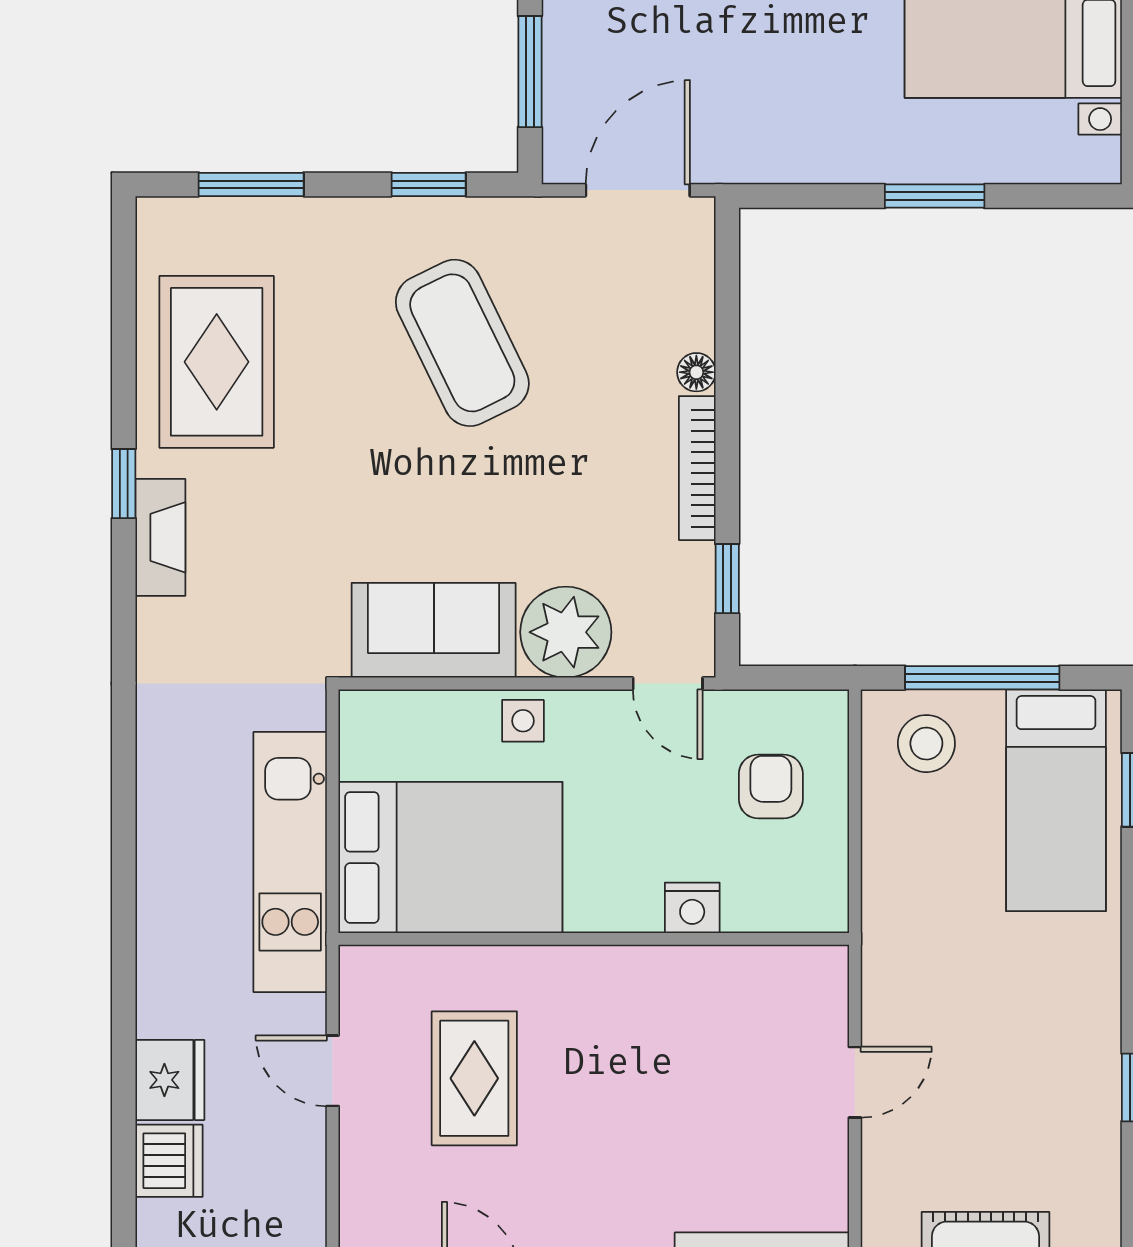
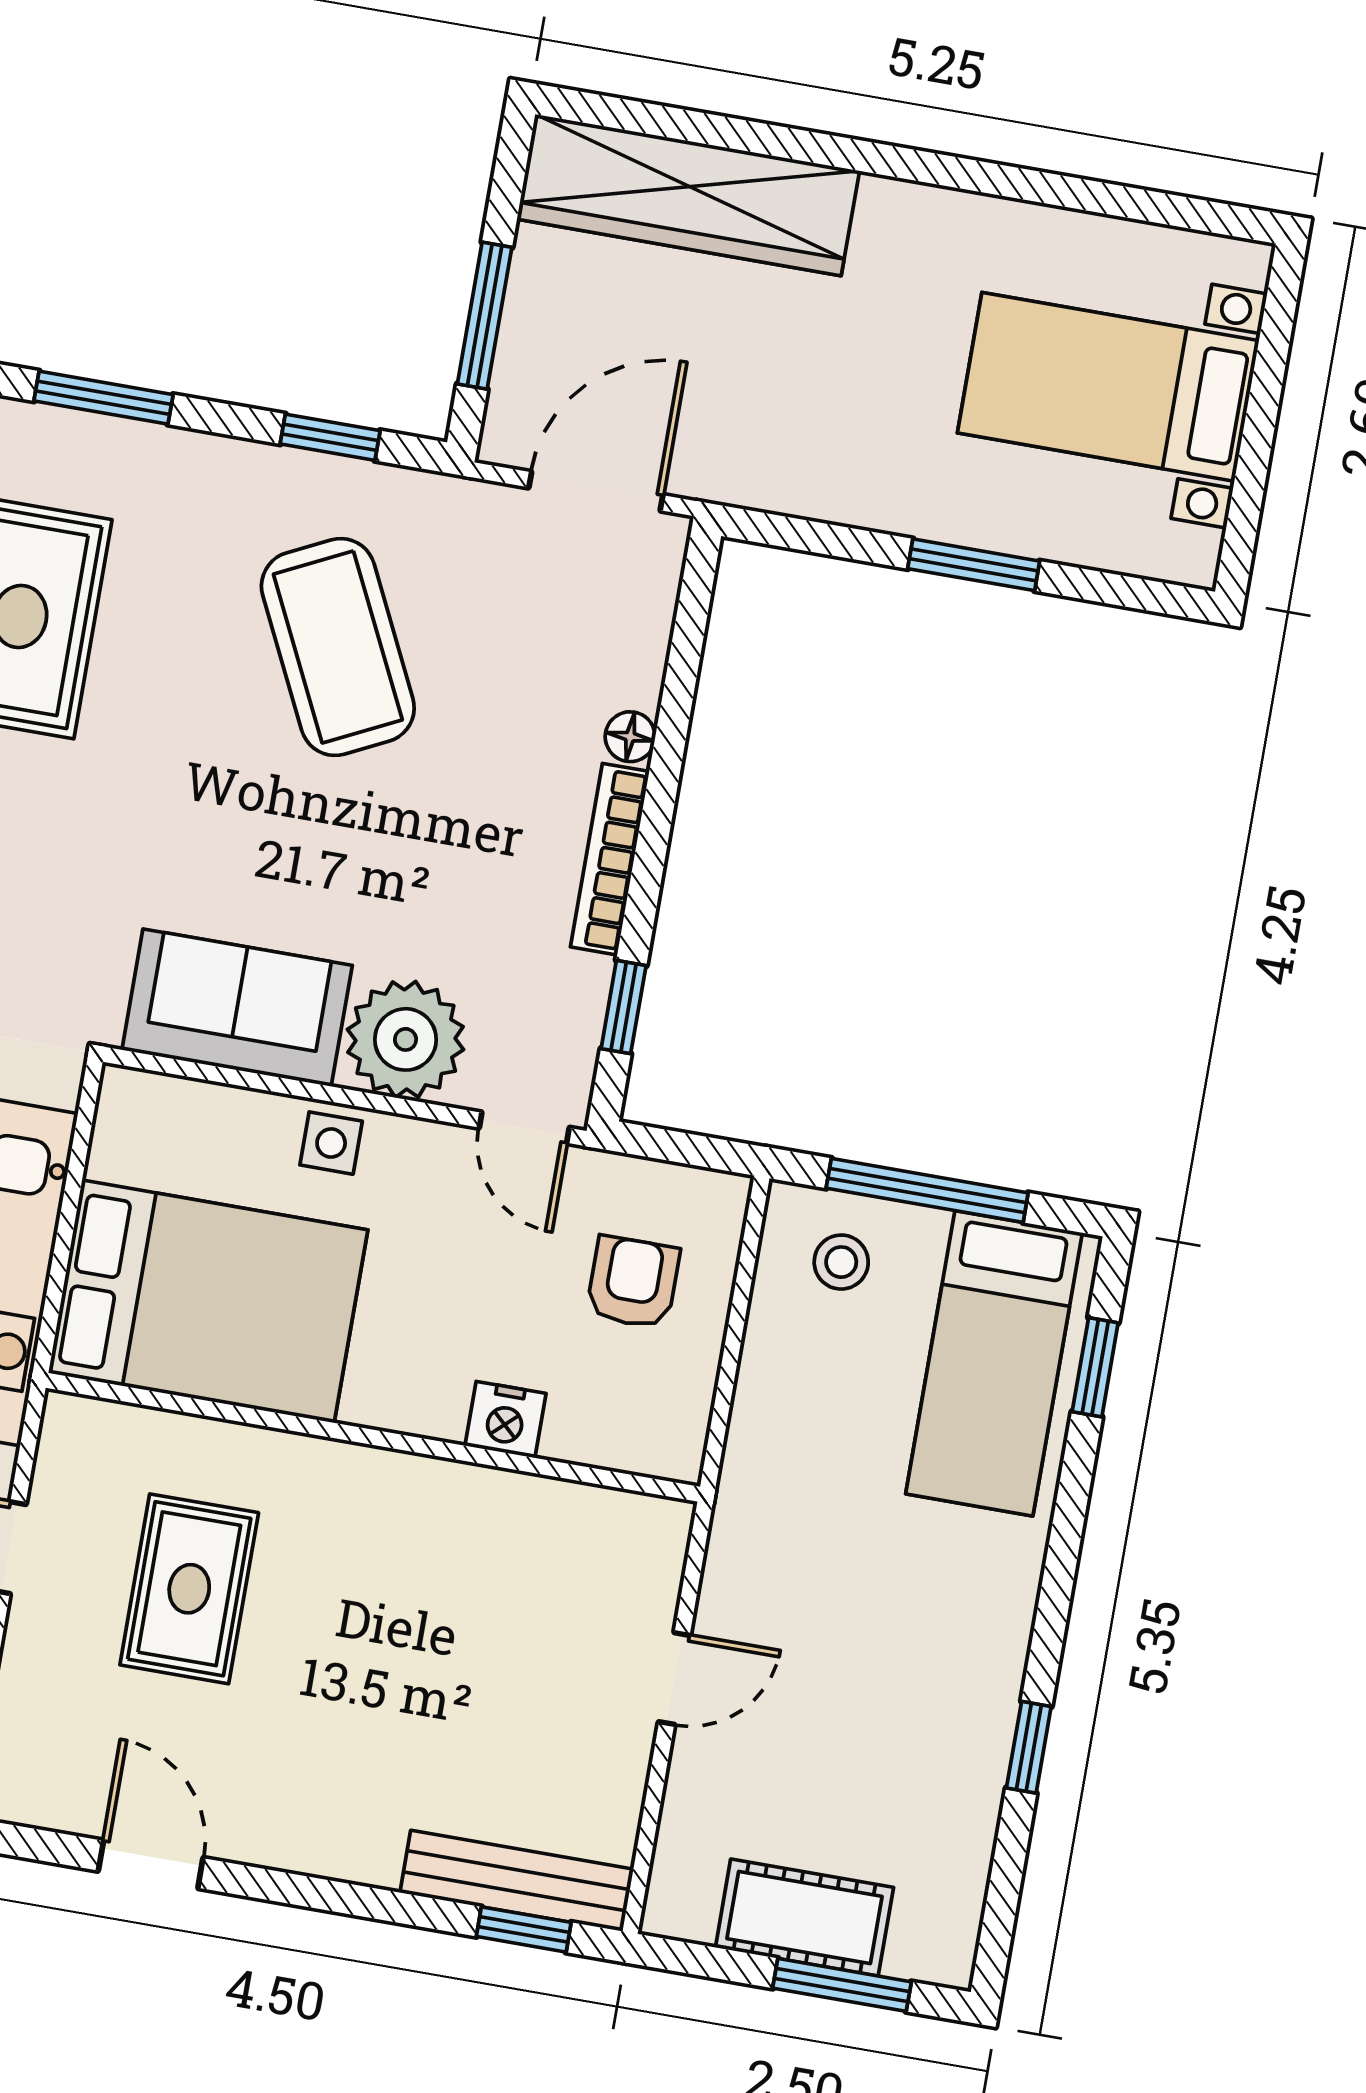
stool: (926, 744) -> (841, 1262), width x0.73, depth x0.73

